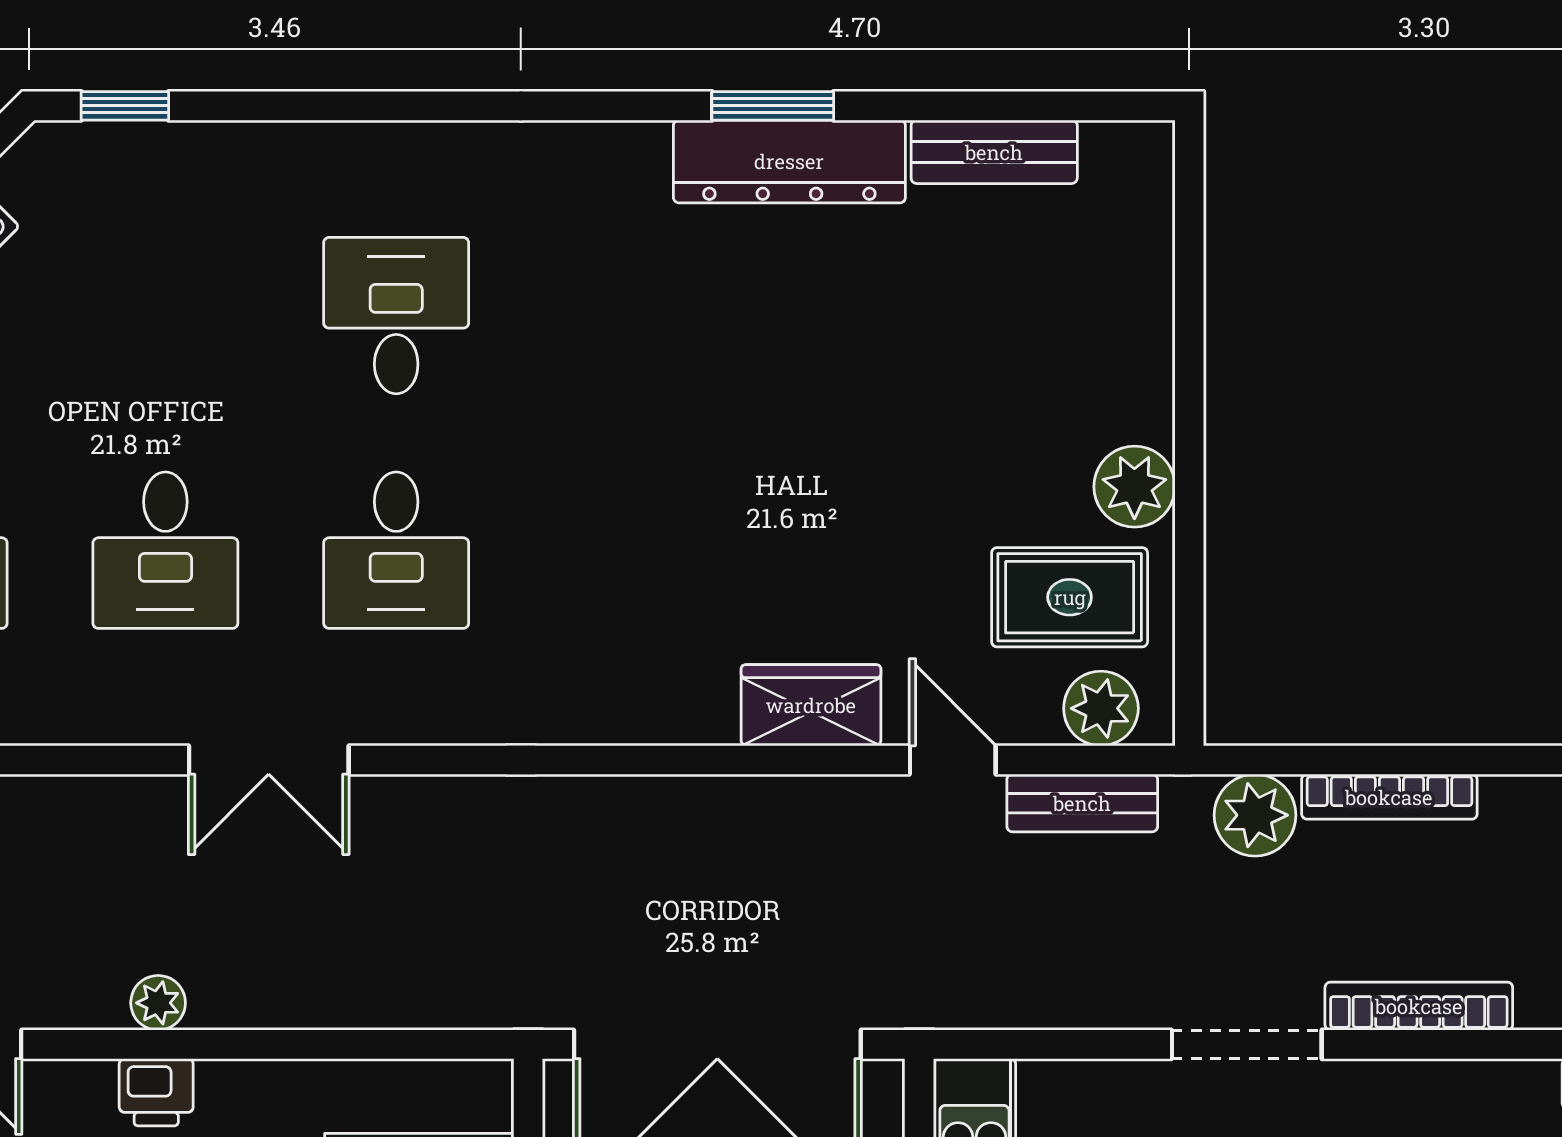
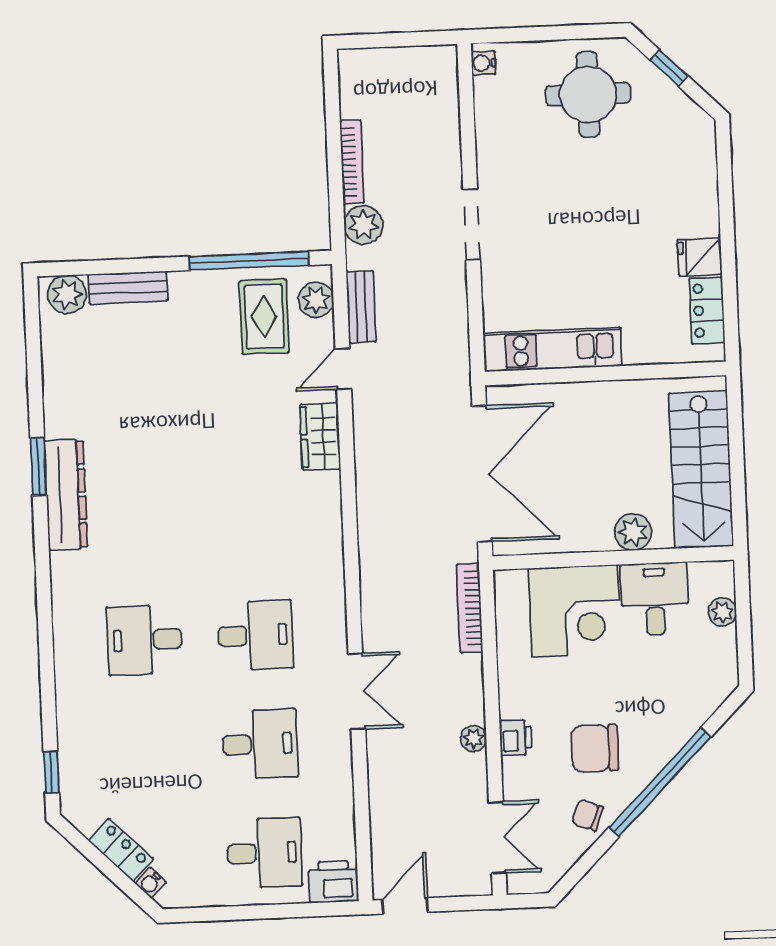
bench: (994, 152) -> (128, 288), moved, turned 90
dresser: (789, 161) -> (66, 495), moved
plant: (1134, 487) -> (67, 294), moved
window: (1189, 570) -> (249, 261), added
bookcase: (1419, 1006) -> (470, 608), moved

